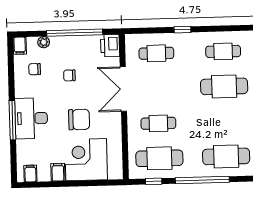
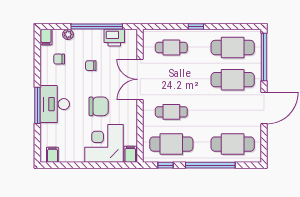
printer: (110, 46) -> (114, 38), moved, turned -90
cafe table: (223, 51) -> (233, 48), width x1.37, depth x1.35
filing cabinet: (58, 172) -> (130, 154), moved

